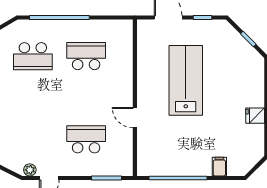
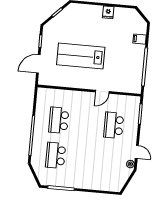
school desk: (33, 56) -> (56, 155), turned 180

